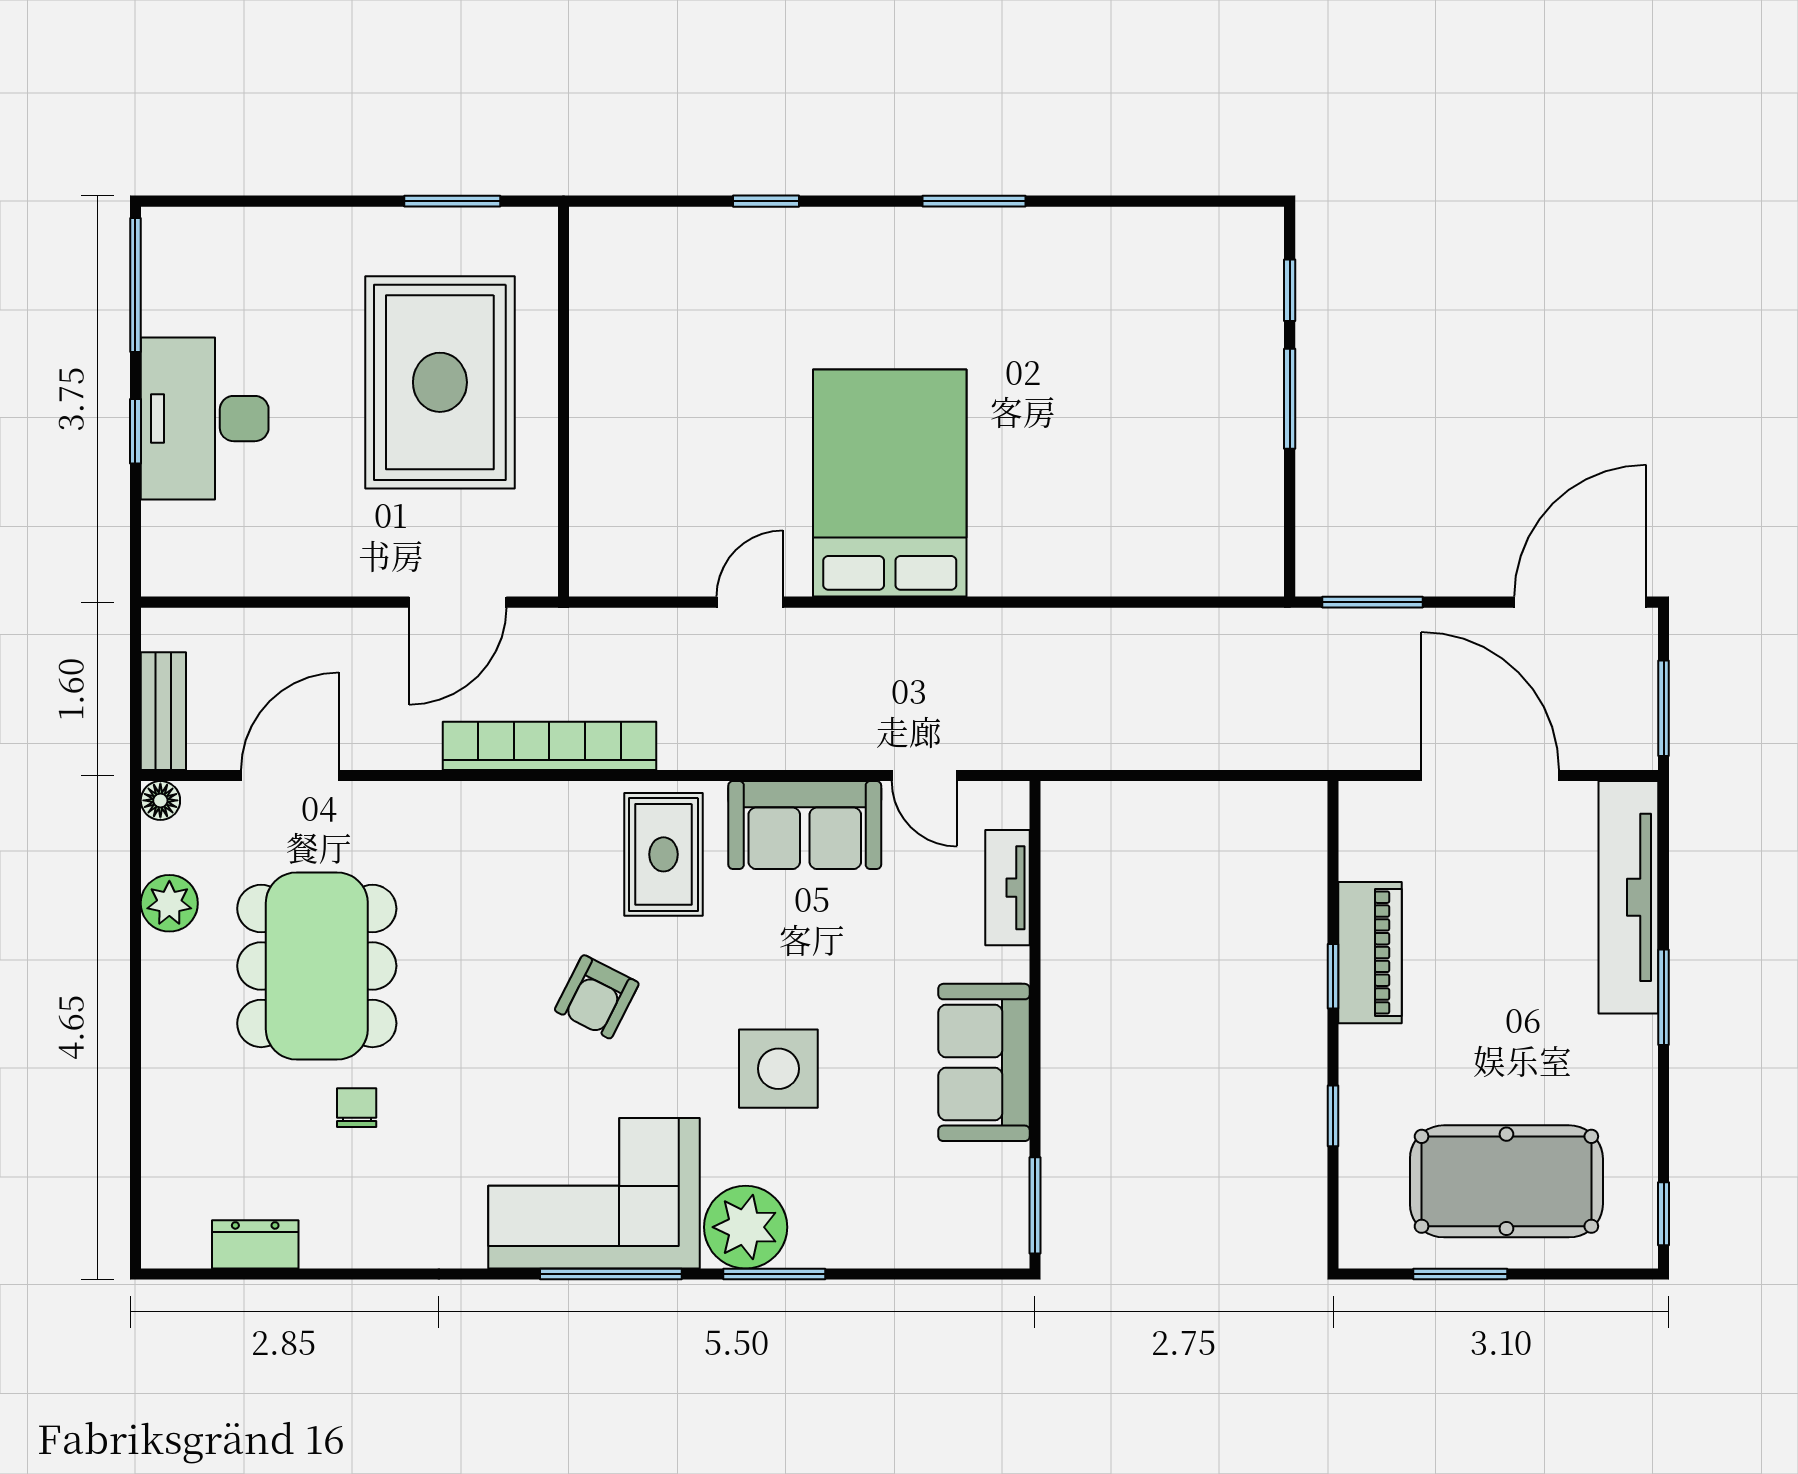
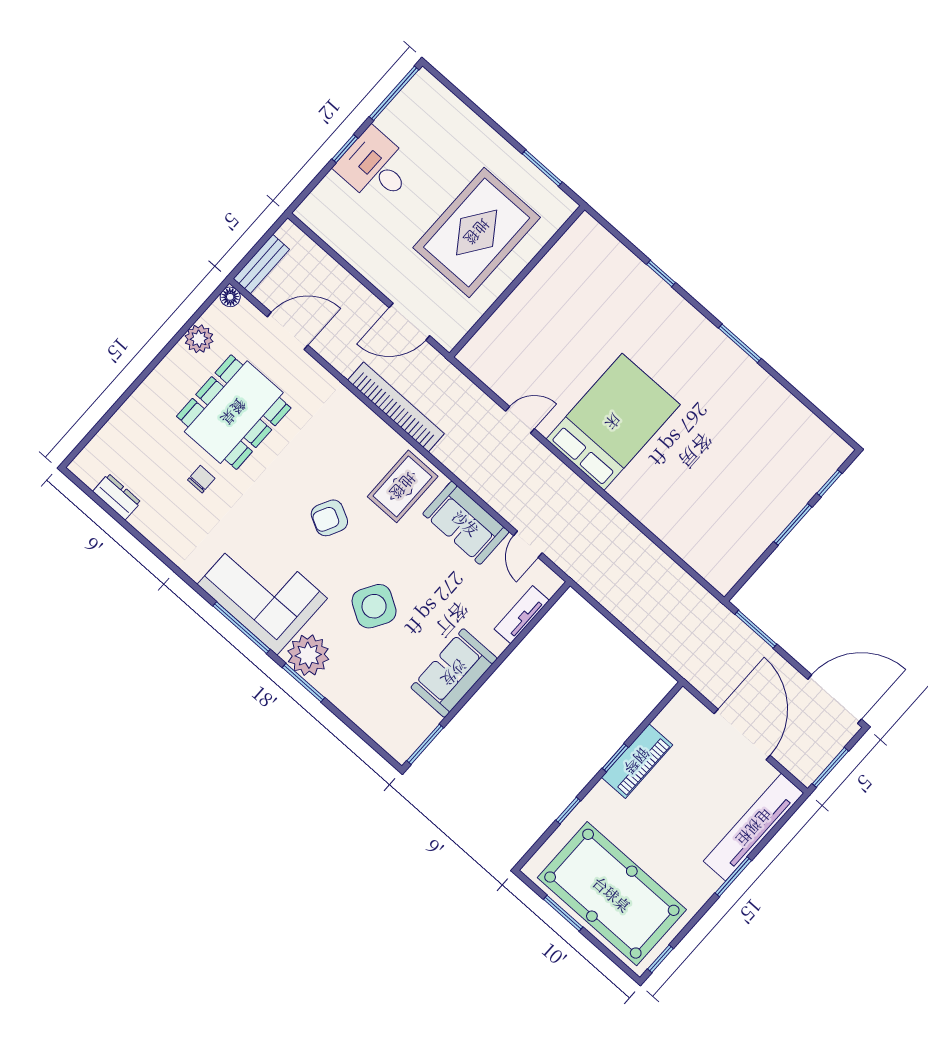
desk: (205, 419) -> (375, 167), width x0.73
side table: (778, 1069) -> (374, 606), turned 31
pool table: (1506, 1181) -> (612, 894), width x1.36, depth x1.32

